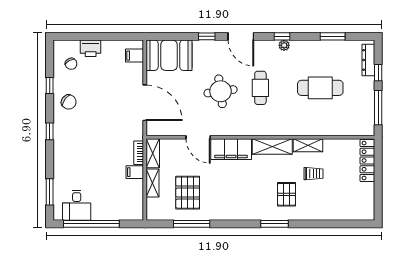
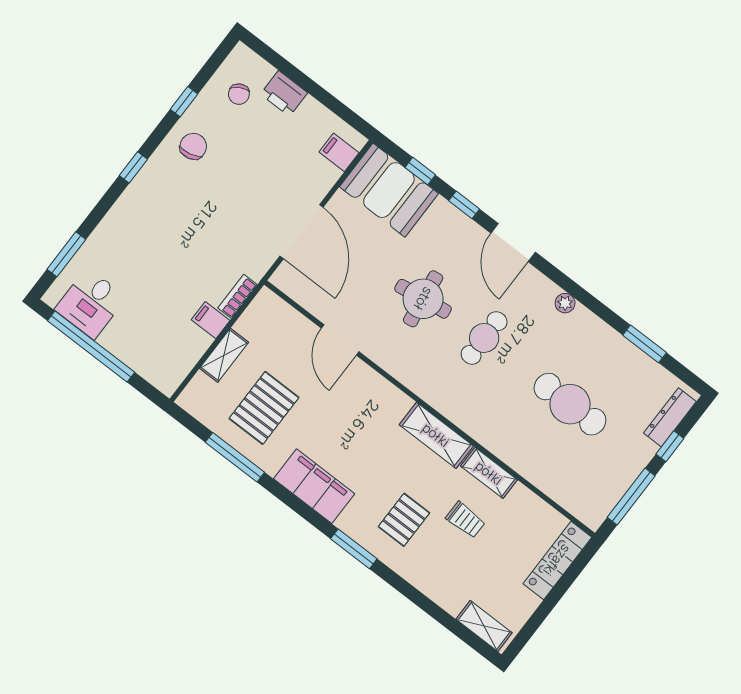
window: (282, 36) -> (420, 171), moved
chair: (69, 102) -> (193, 146), turned -140
filing cabinet: (231, 149) -> (314, 486), moved, turned 180
shelving: (153, 153) -> (484, 626), moved, turned 90

